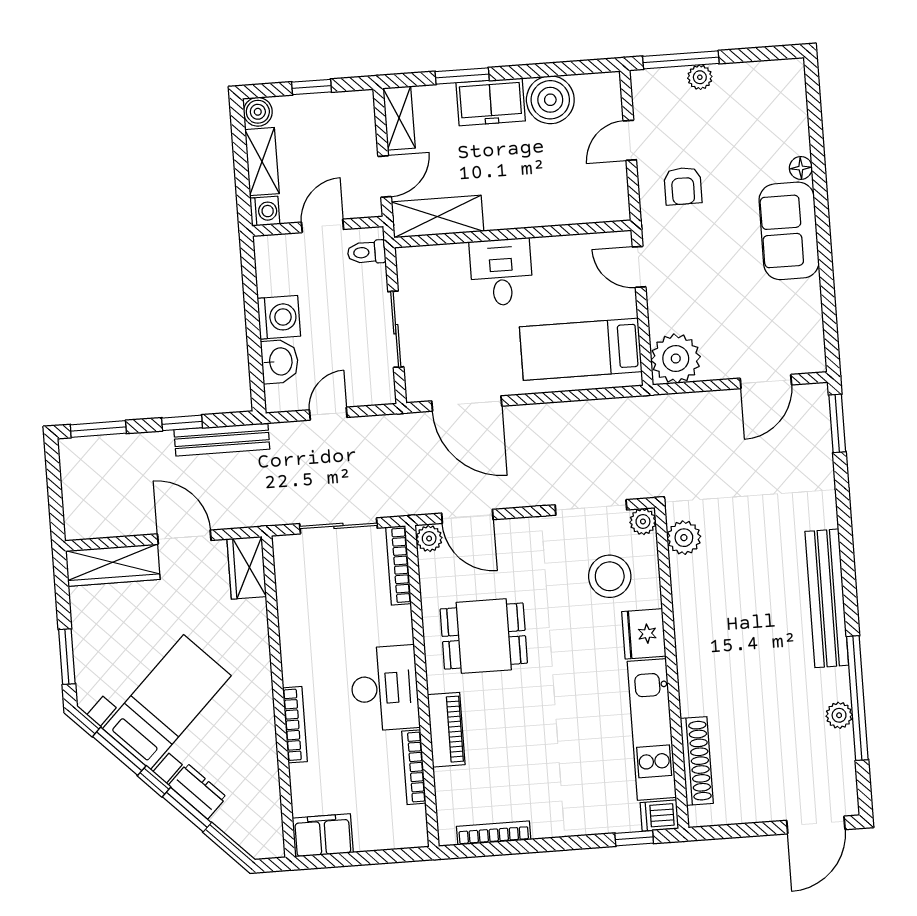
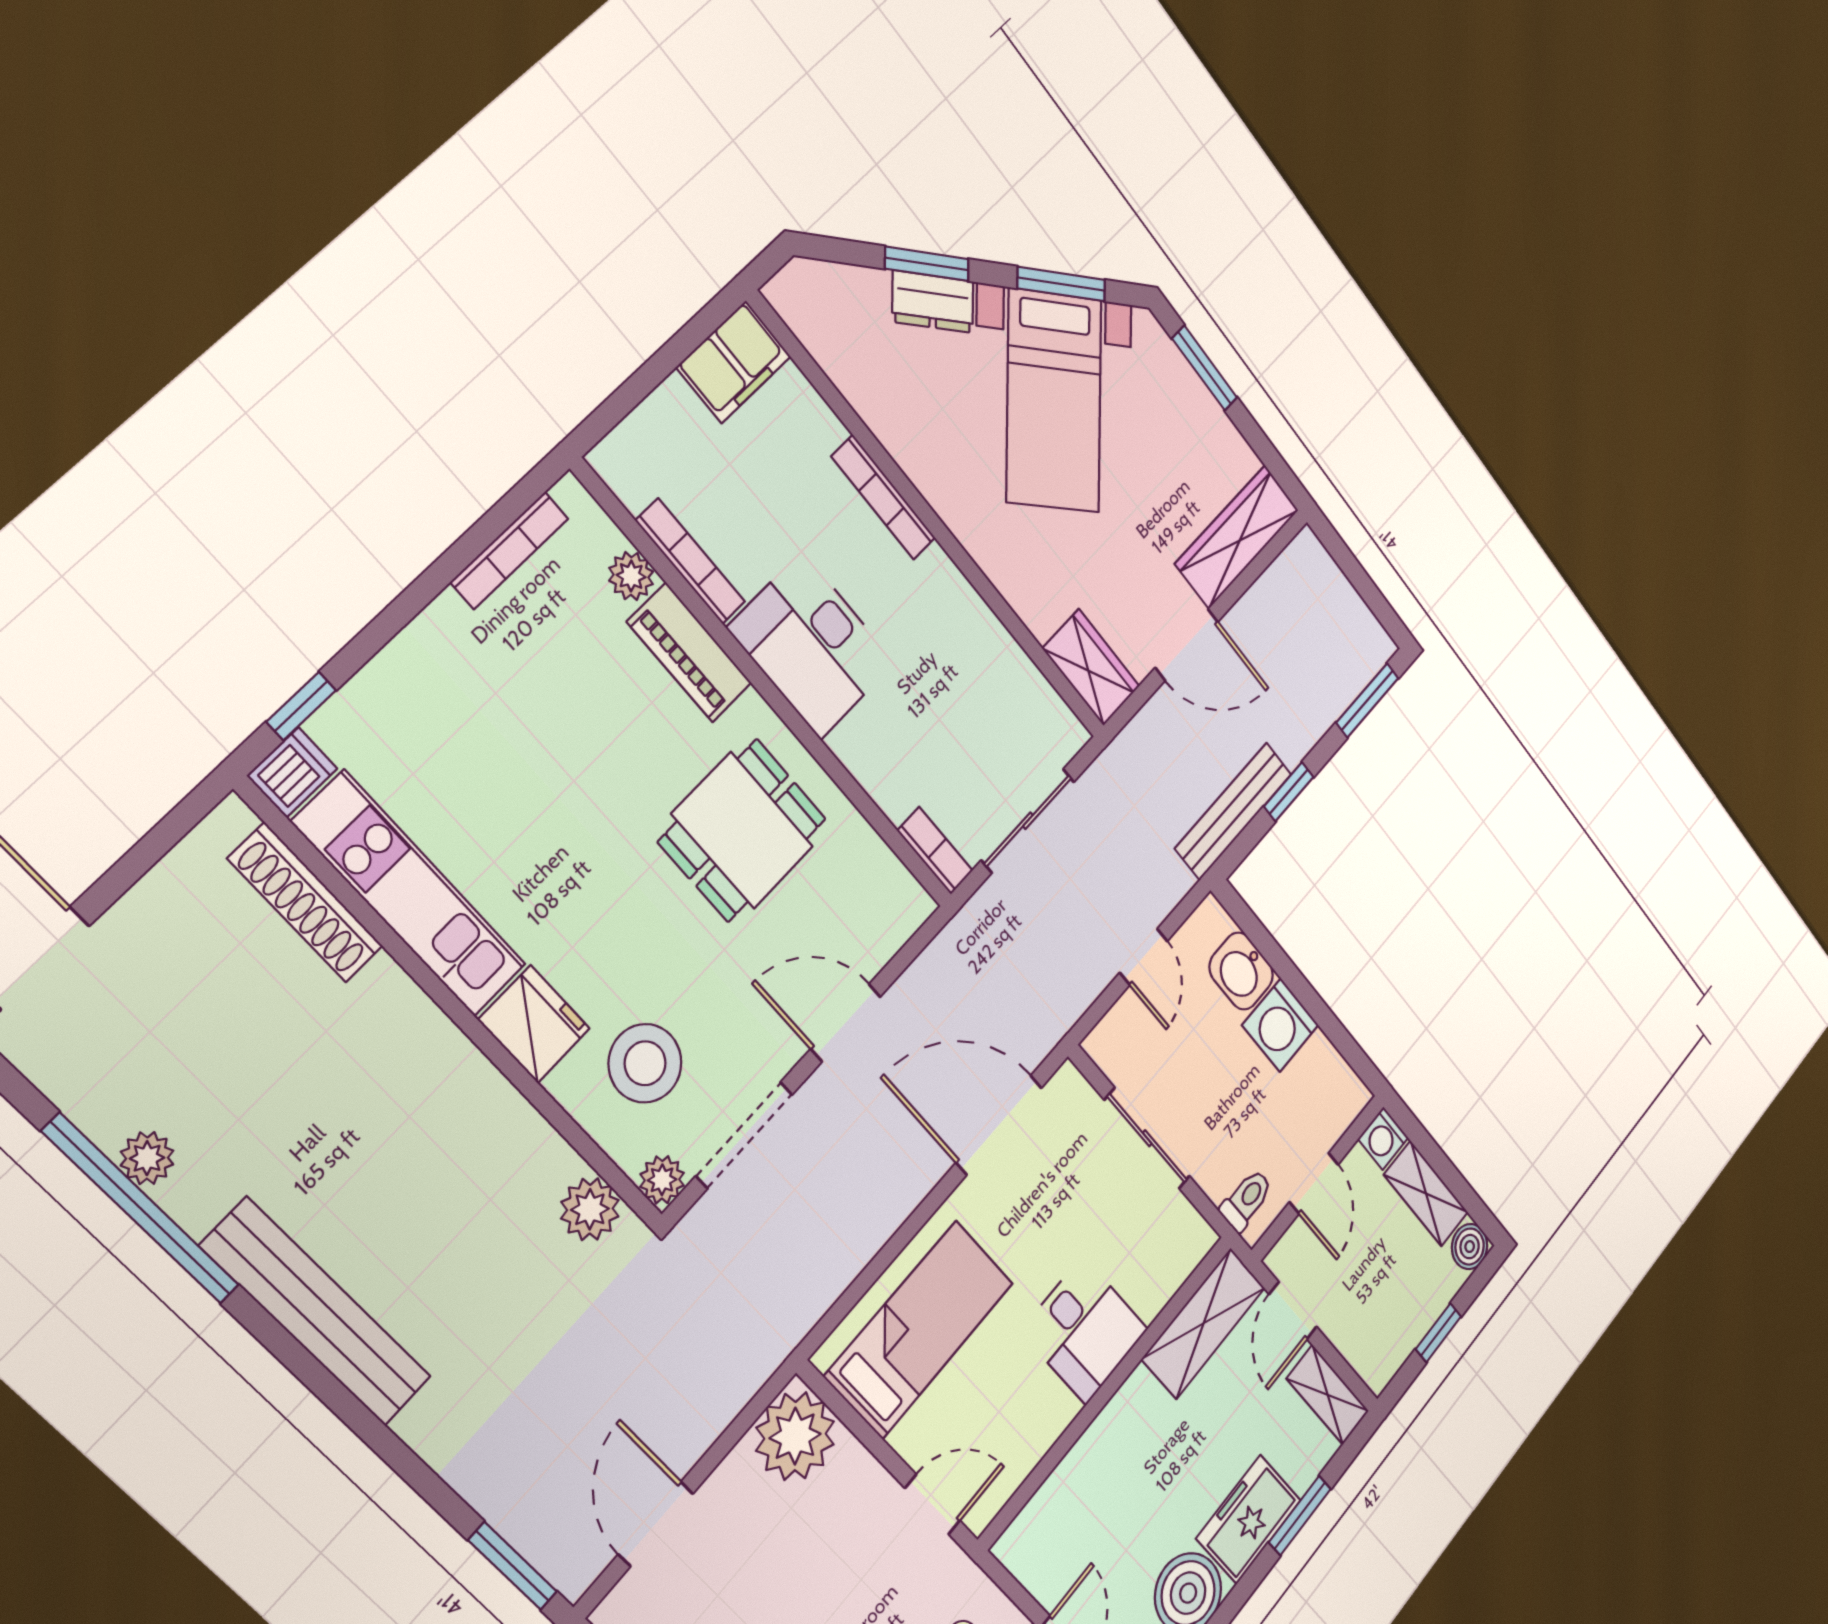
door: (467, 516) -> (846, 1023), moved
plant: (429, 539) -> (631, 576), moved
bookcase: (398, 565) -> (935, 851), width x0.64

